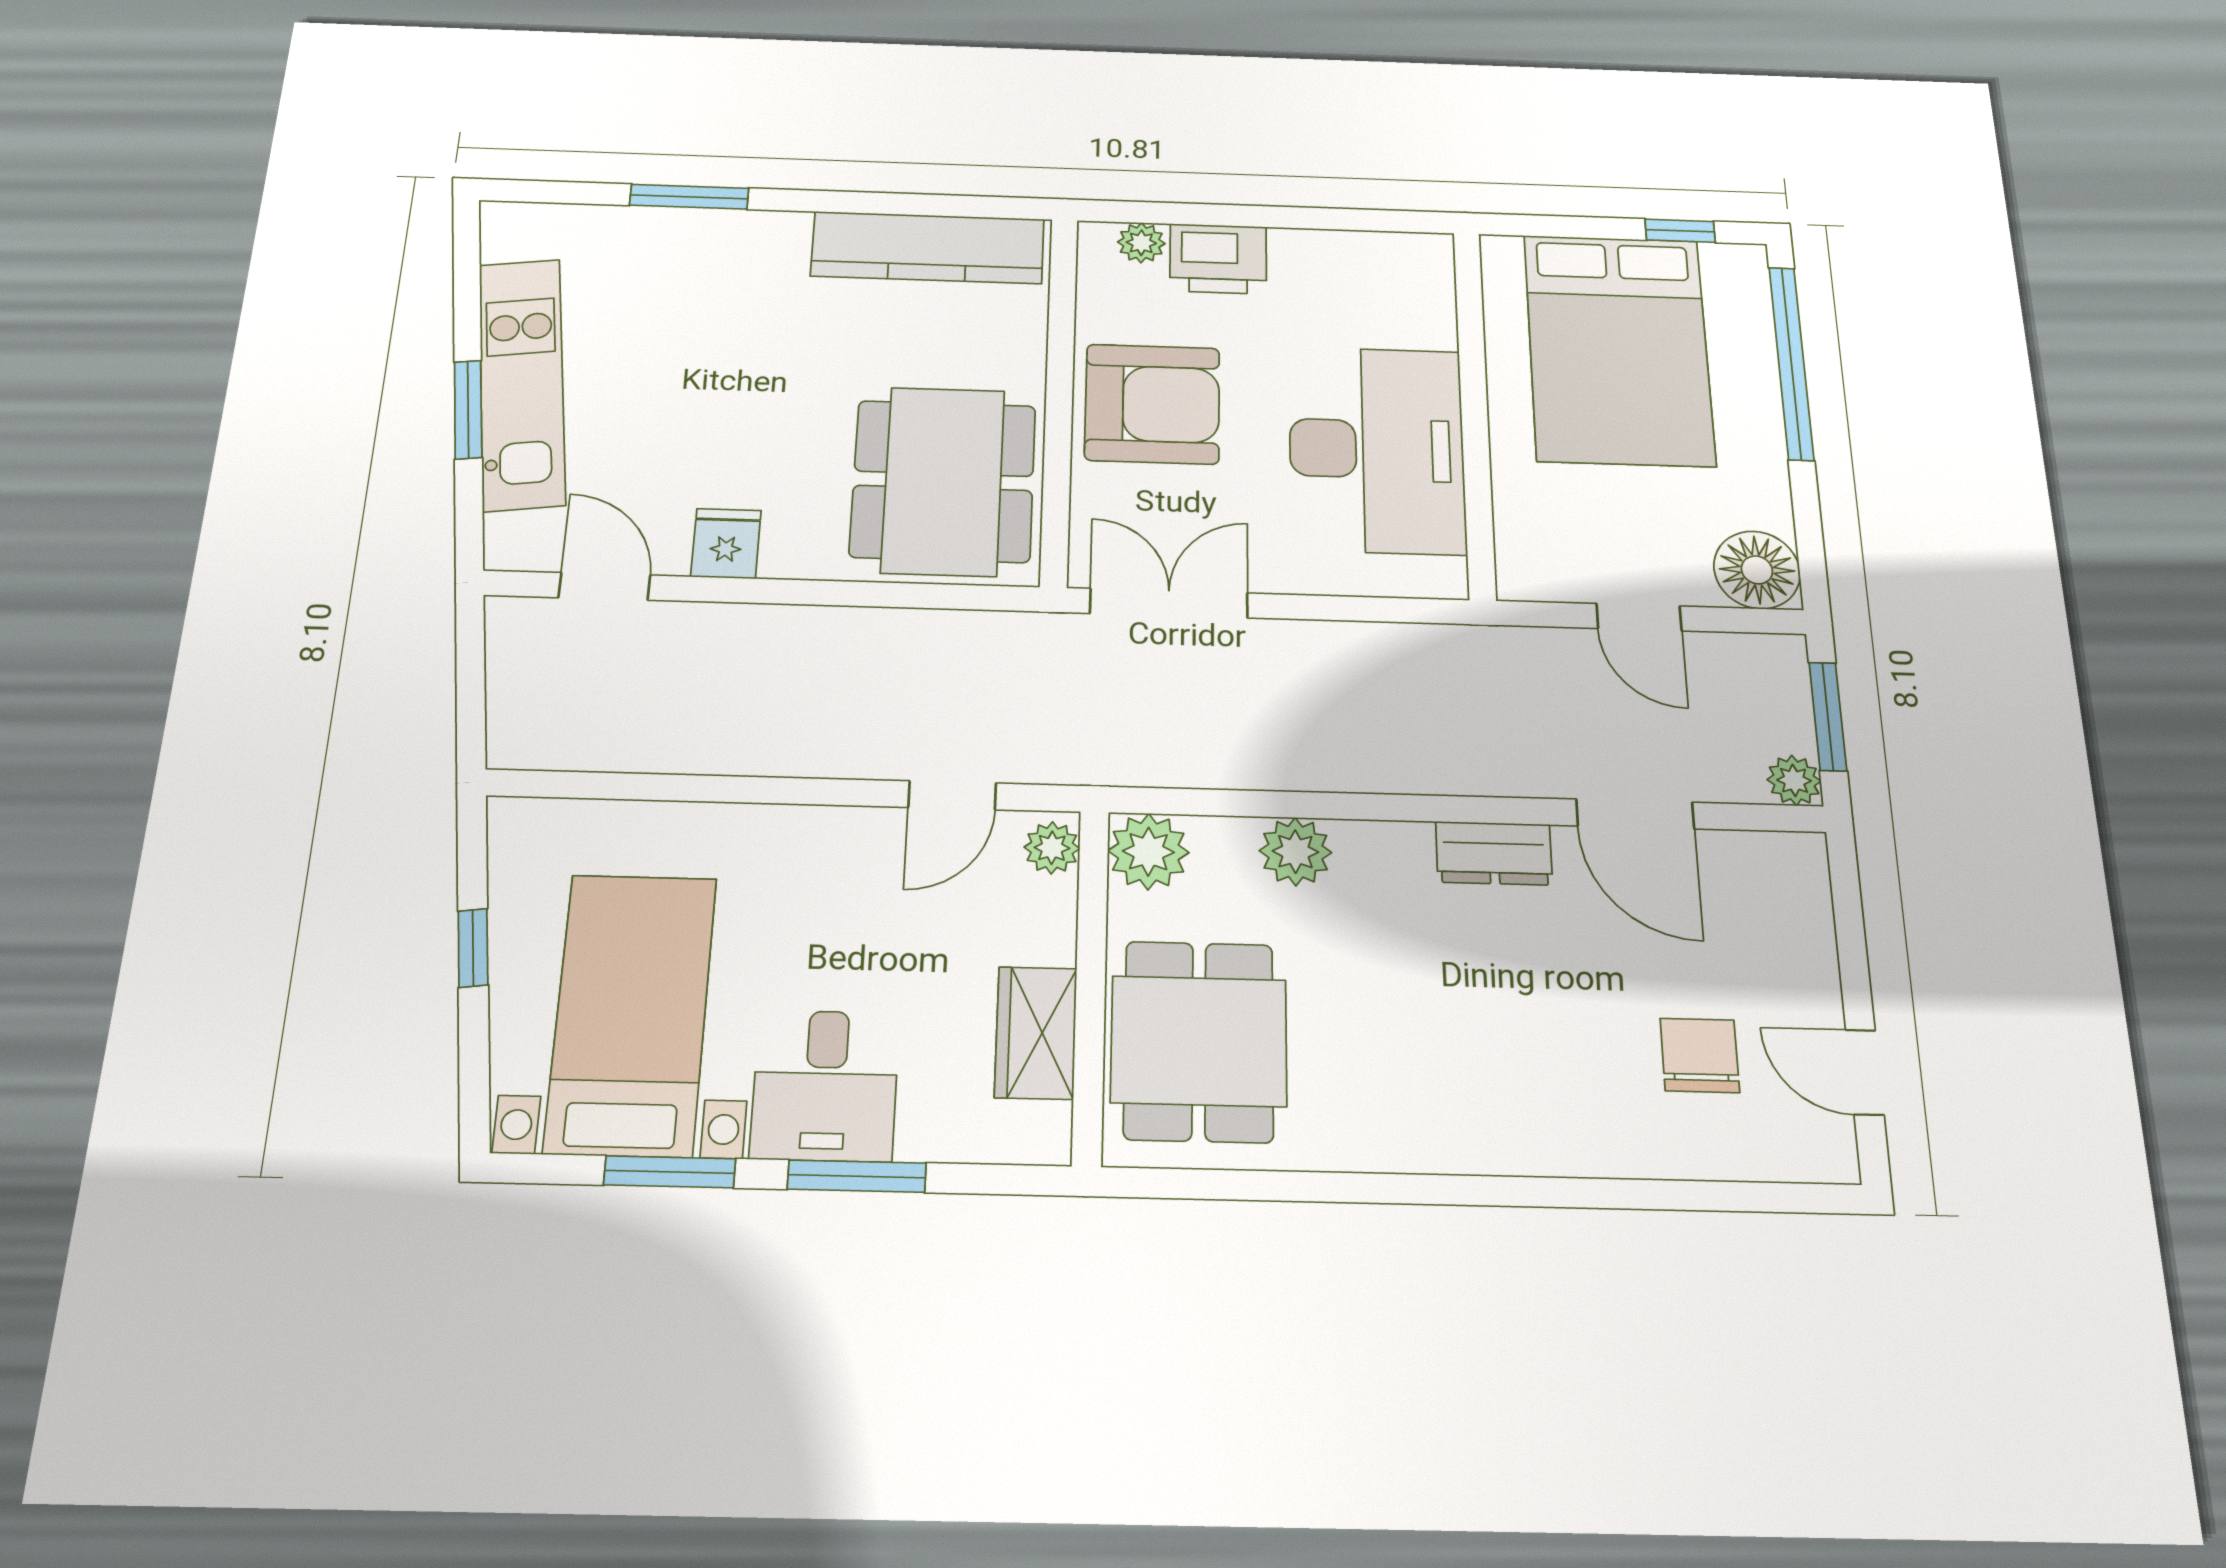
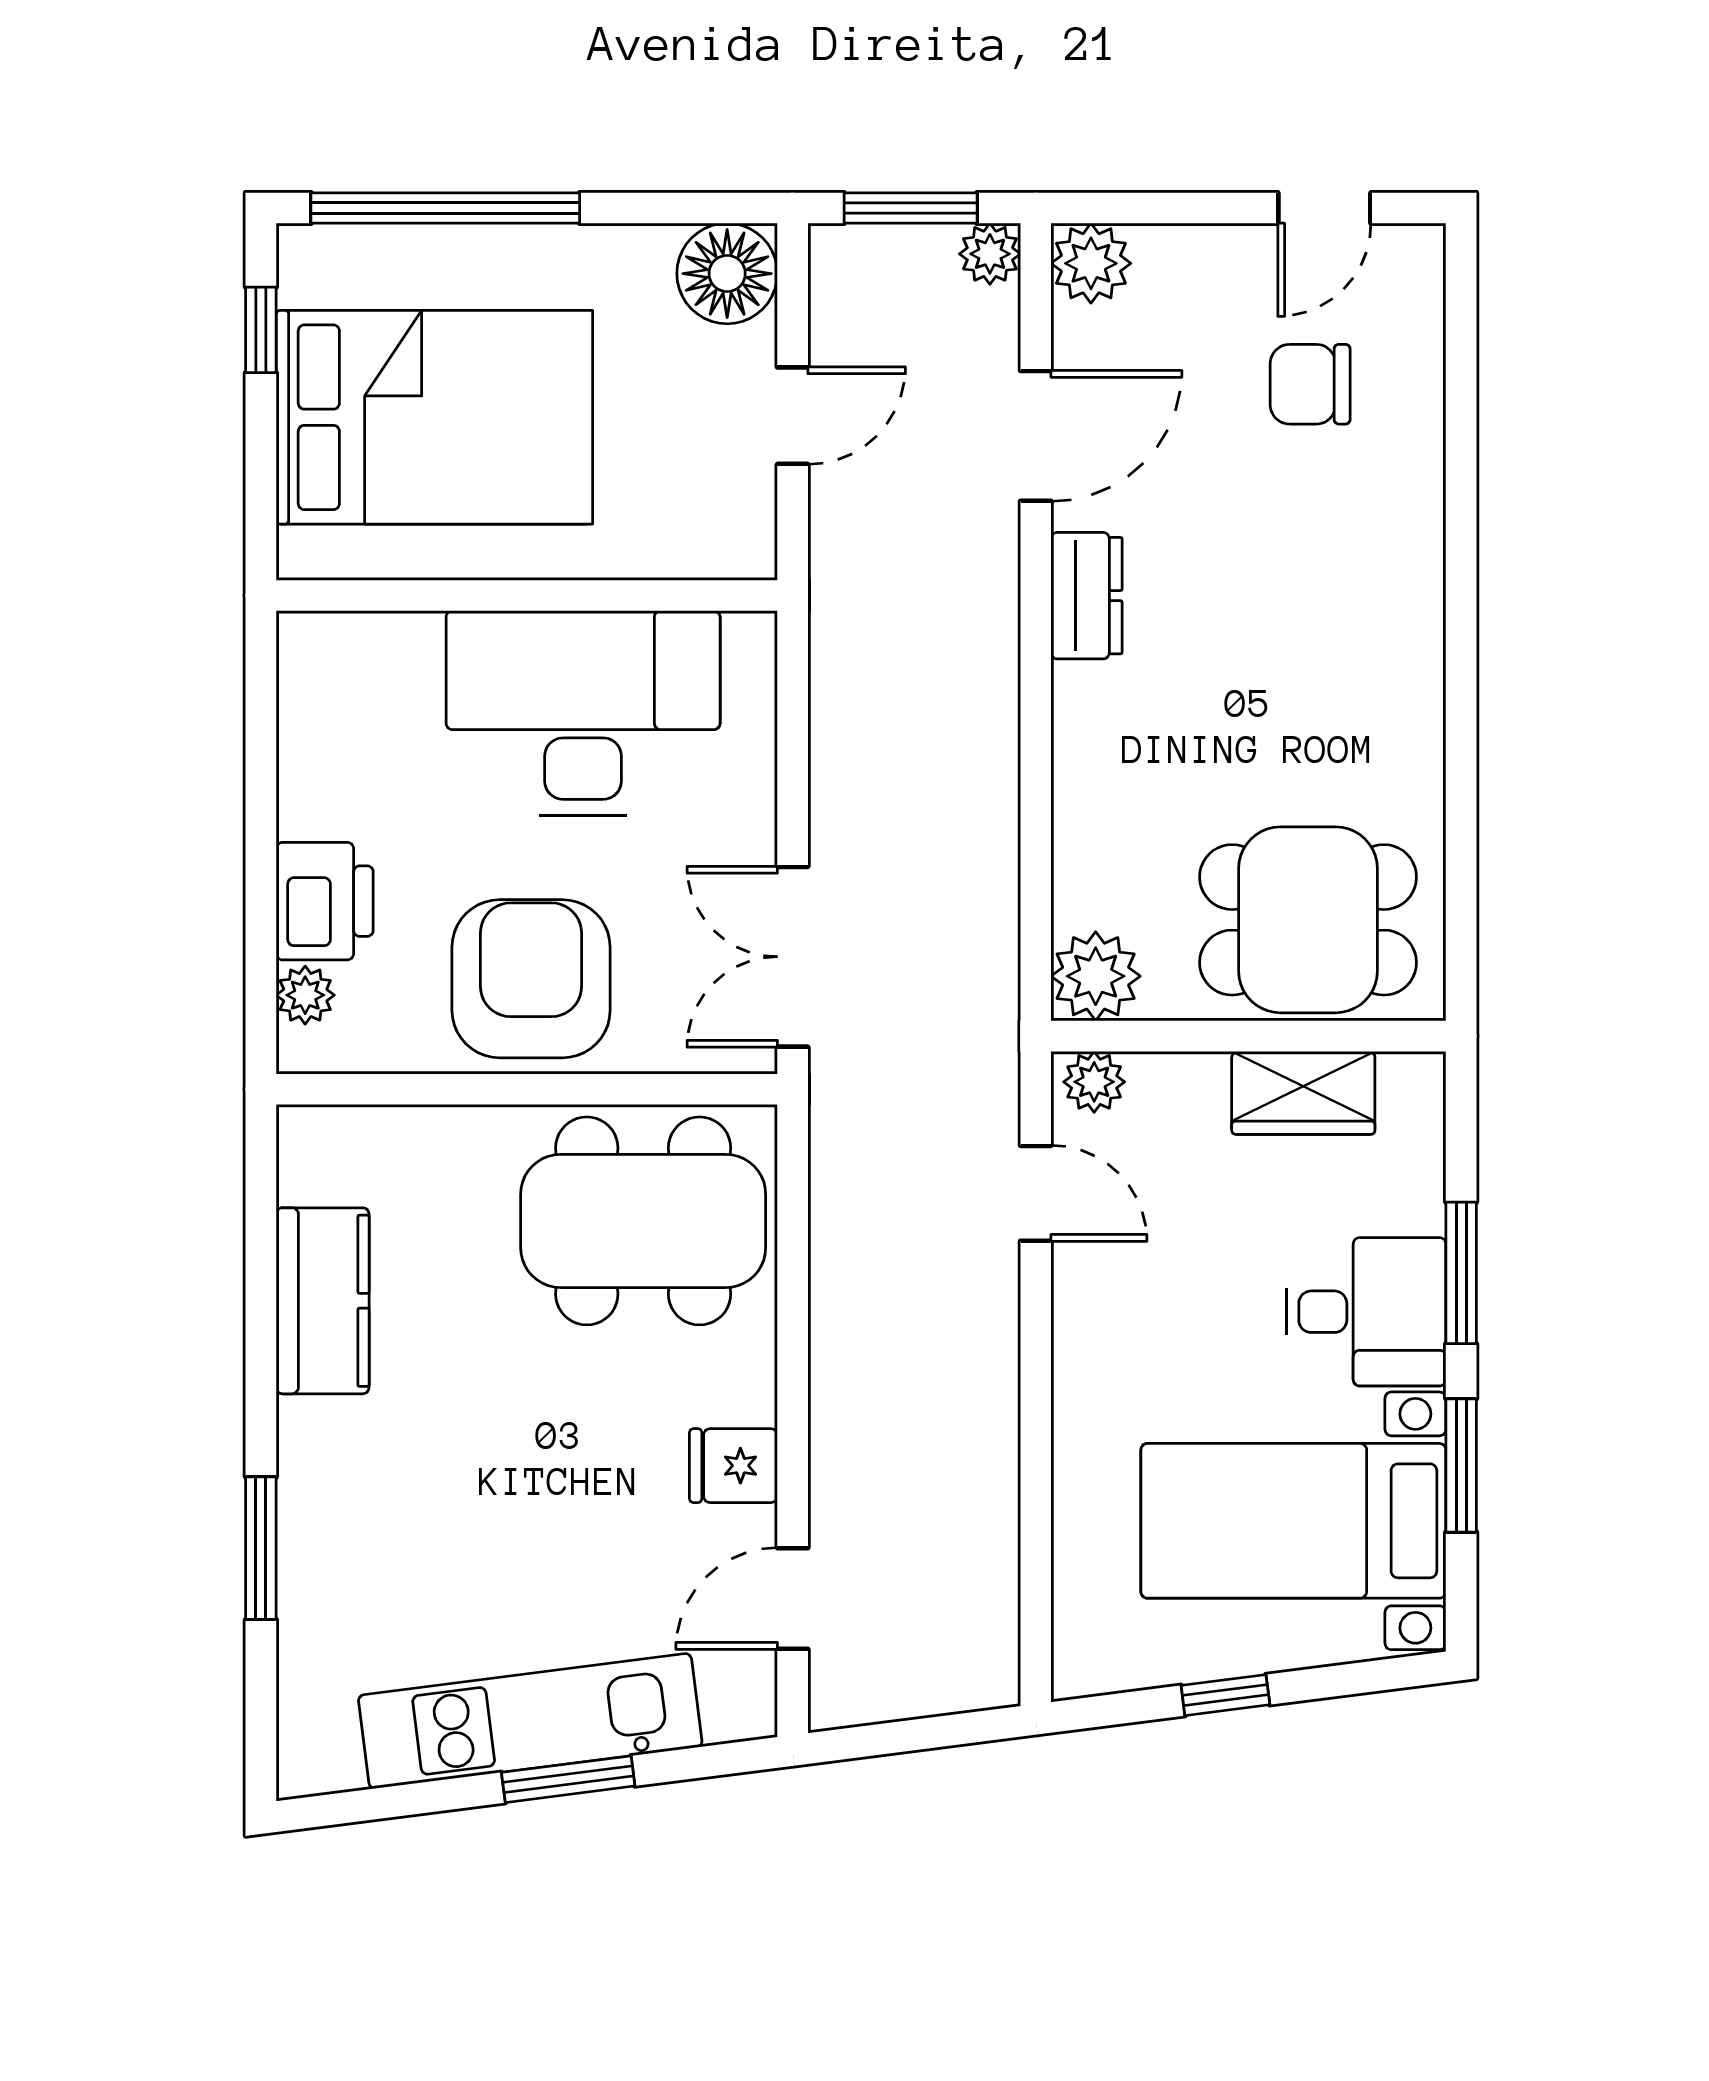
kitchen counter: (928, 248) -> (323, 1301), width x0.67
plant: (1295, 852) -> (1091, 263), moved

